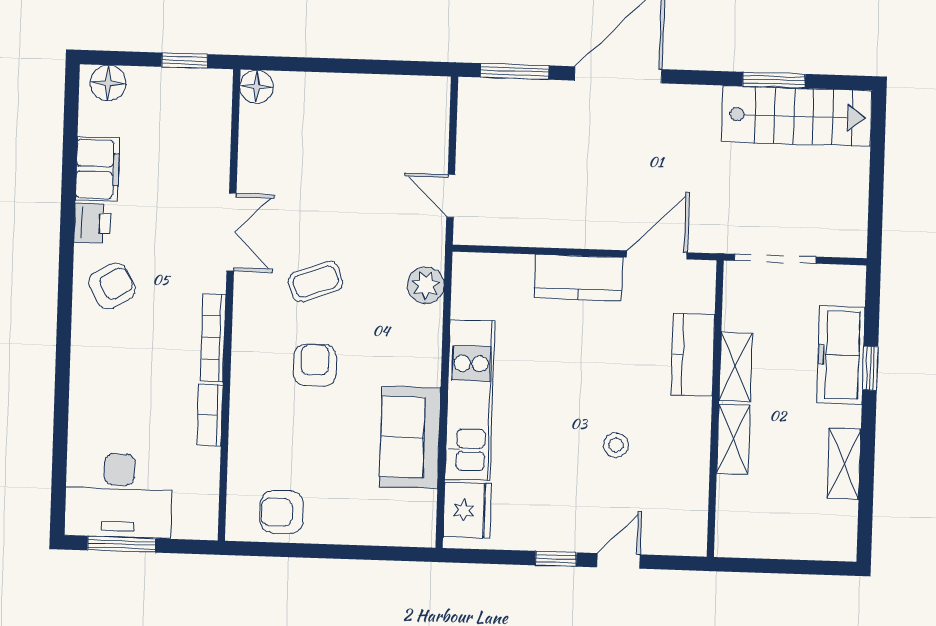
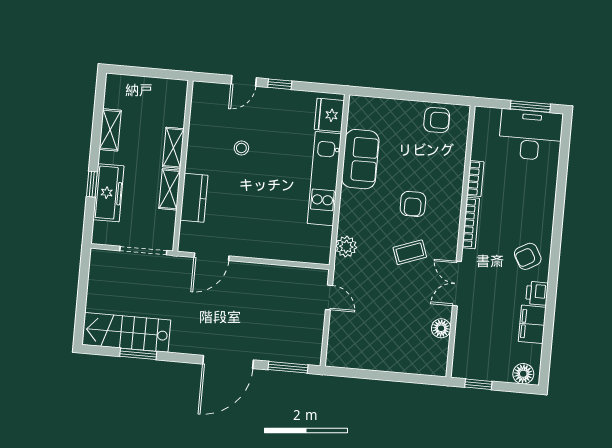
floor lamp: (256, 87) -> (441, 328), moved
kitchen counter: (578, 278) -> (258, 246), removed

